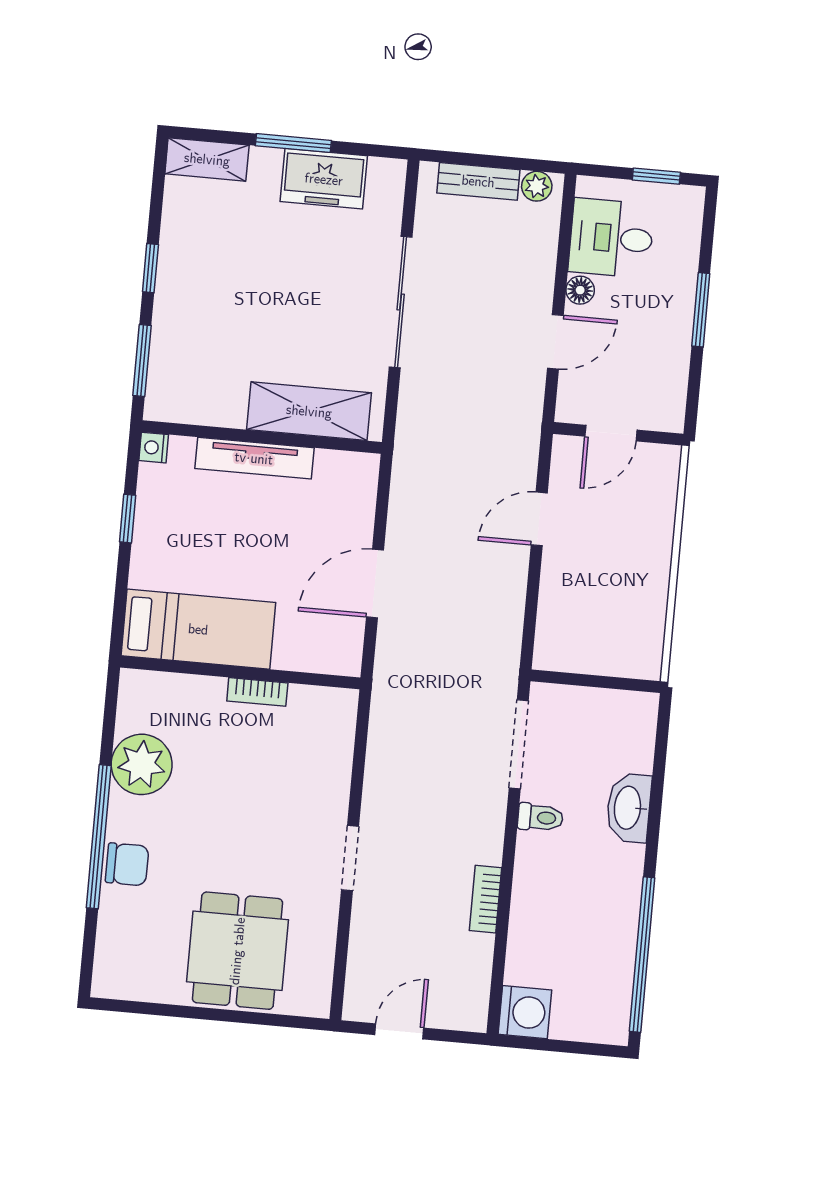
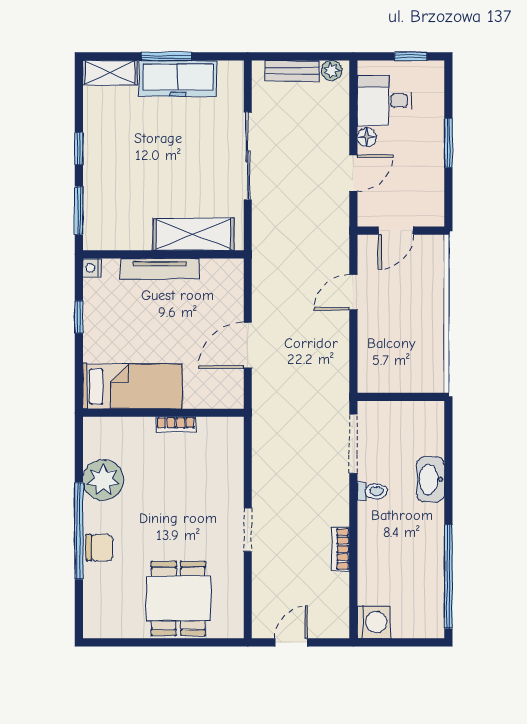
freezer: (324, 179) -> (178, 78), width x1.40

